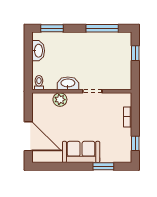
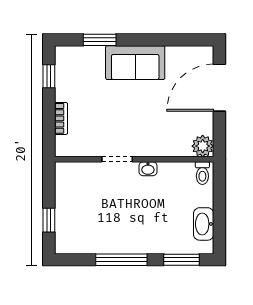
window: (102, 28) -> (121, 260), moved
washbasin: (68, 83) -> (148, 169), width x0.52, depth x0.69
plant: (60, 100) -> (203, 146), moved
door: (28, 136) -> (219, 88), hinge flipped

